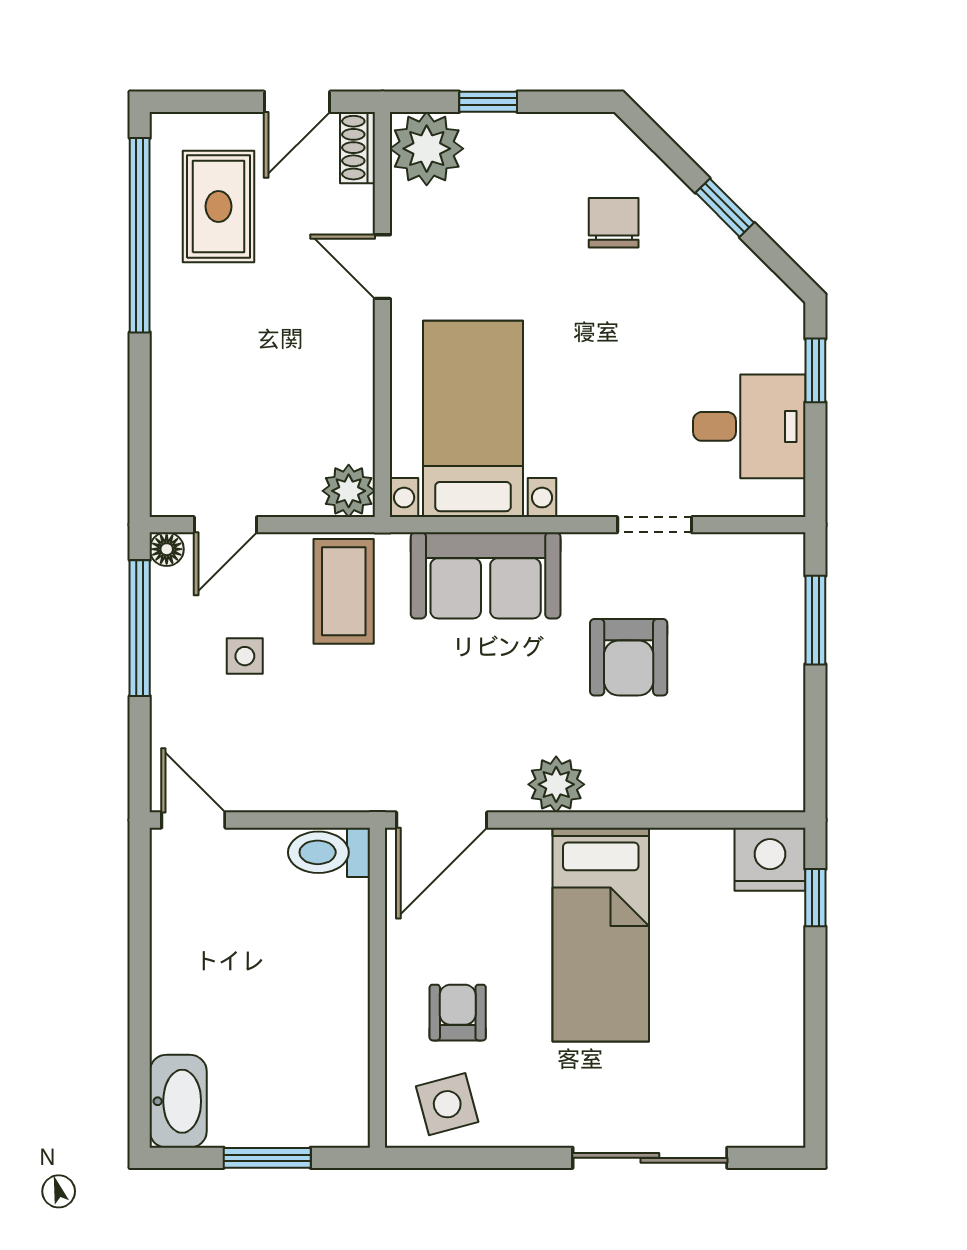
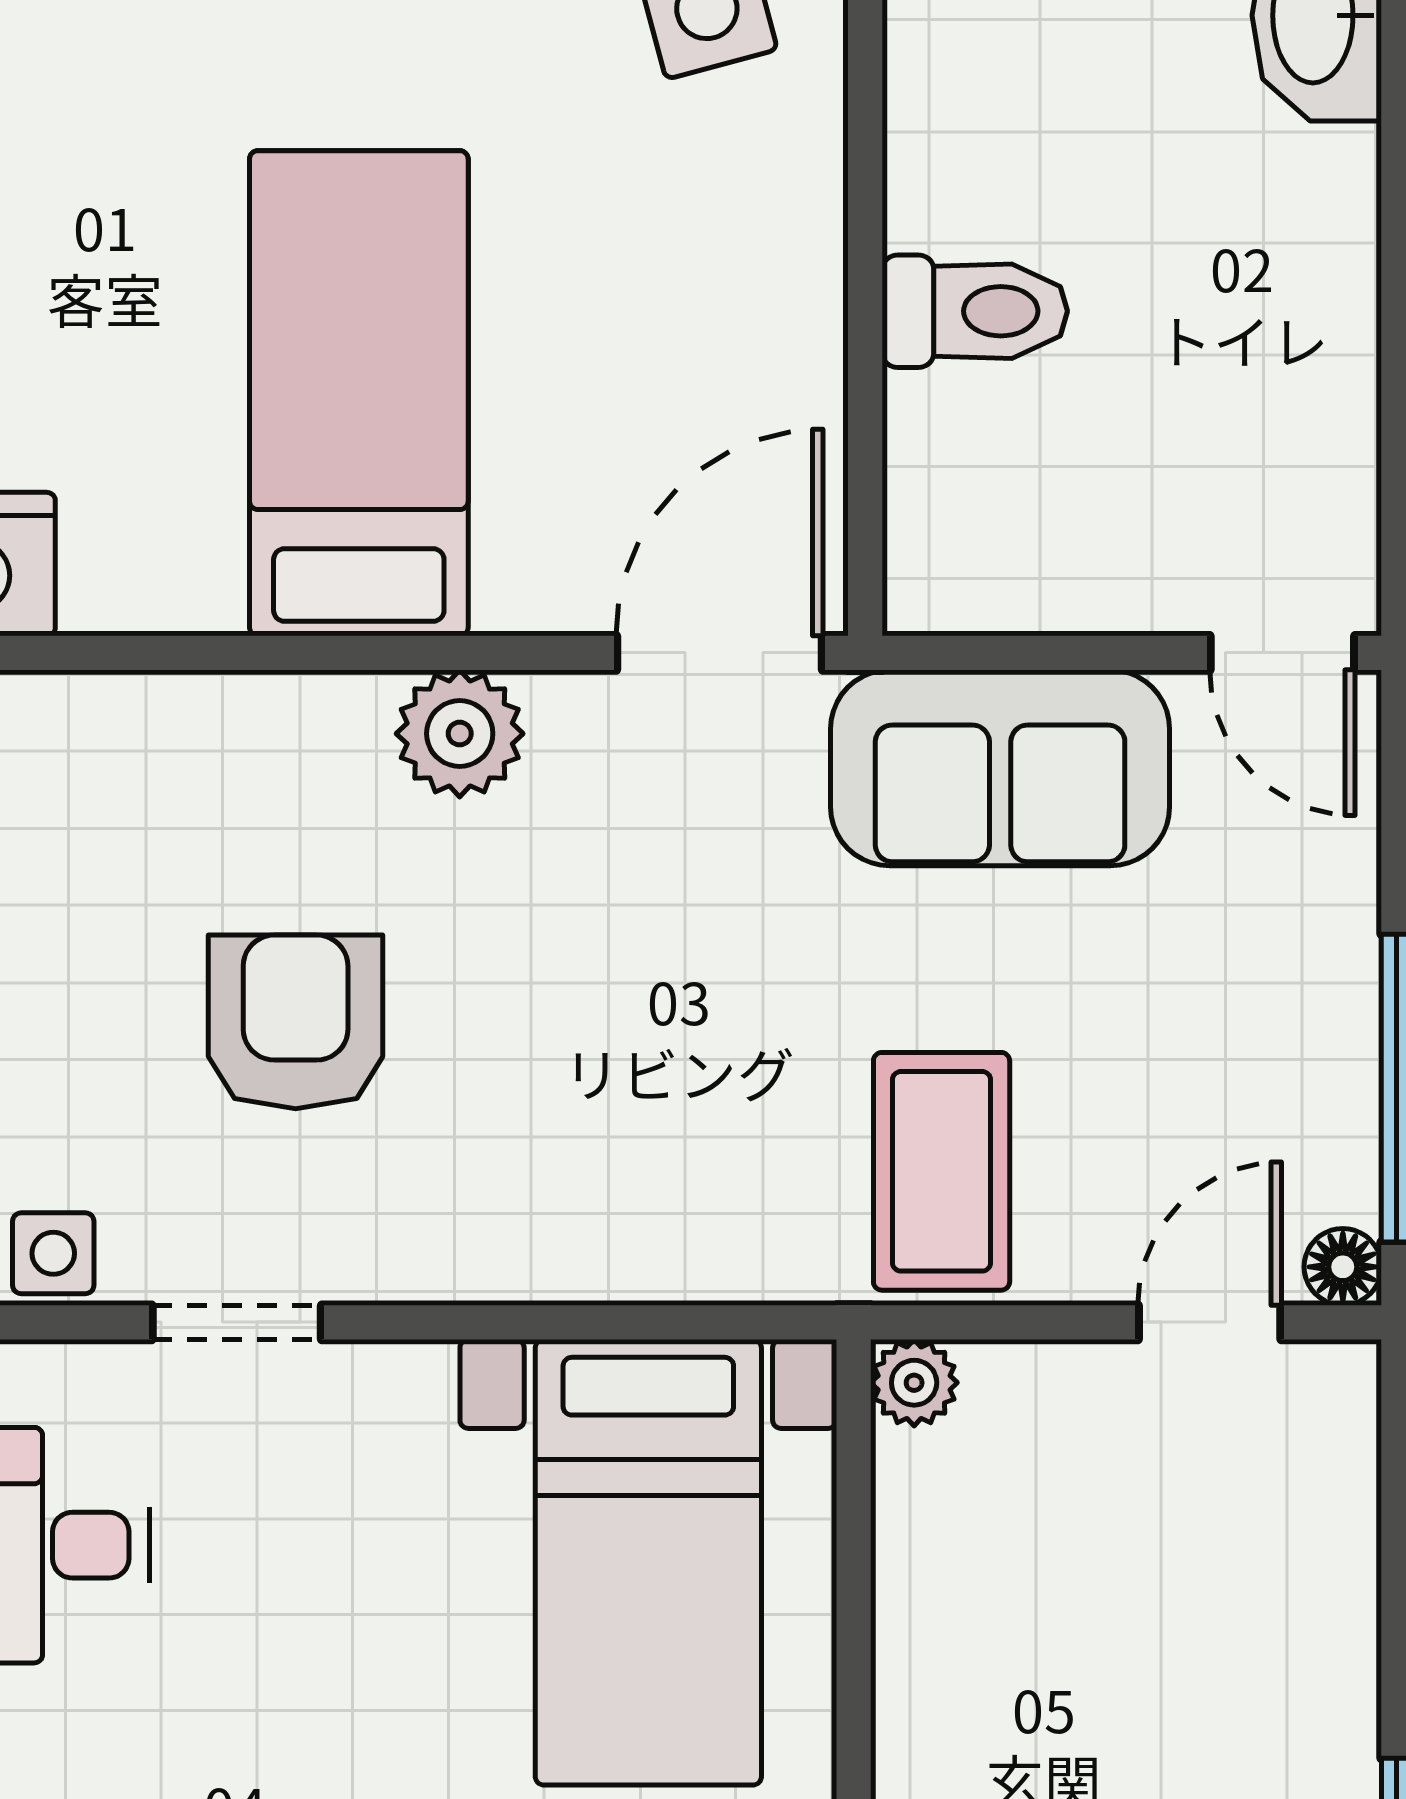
plant: (349, 491) -> (914, 1383), width x0.73, depth x0.73
sofa: (486, 575) -> (1000, 768), moved, turned 180
side table: (245, 656) -> (53, 1253), moved
toilet: (329, 852) -> (975, 311), moved
armchair: (458, 1013) -> (683, 216), removed

